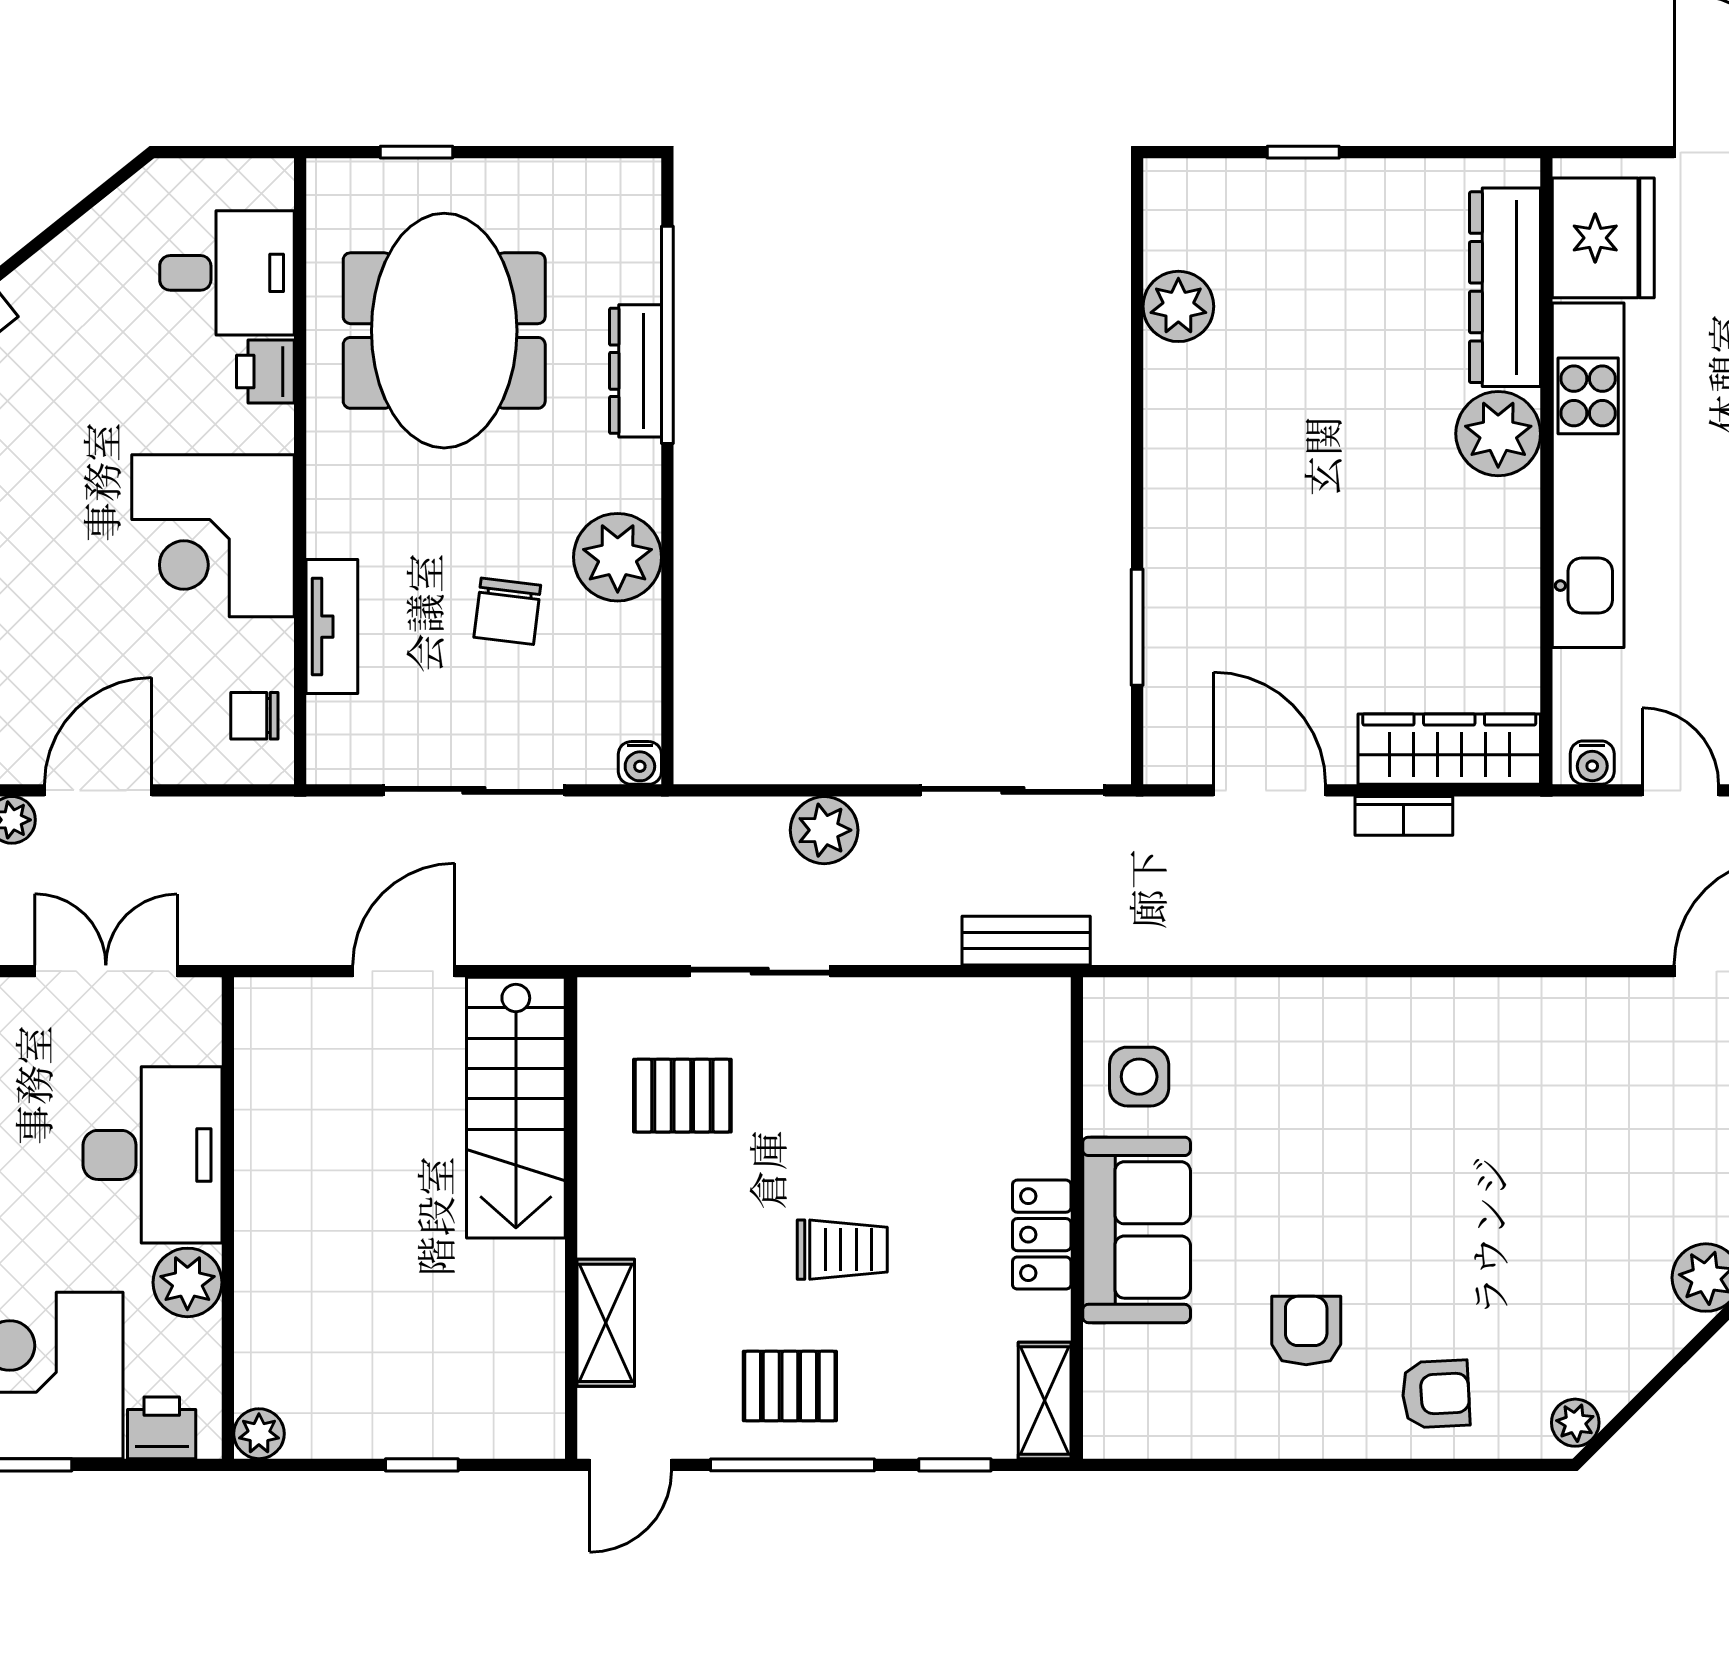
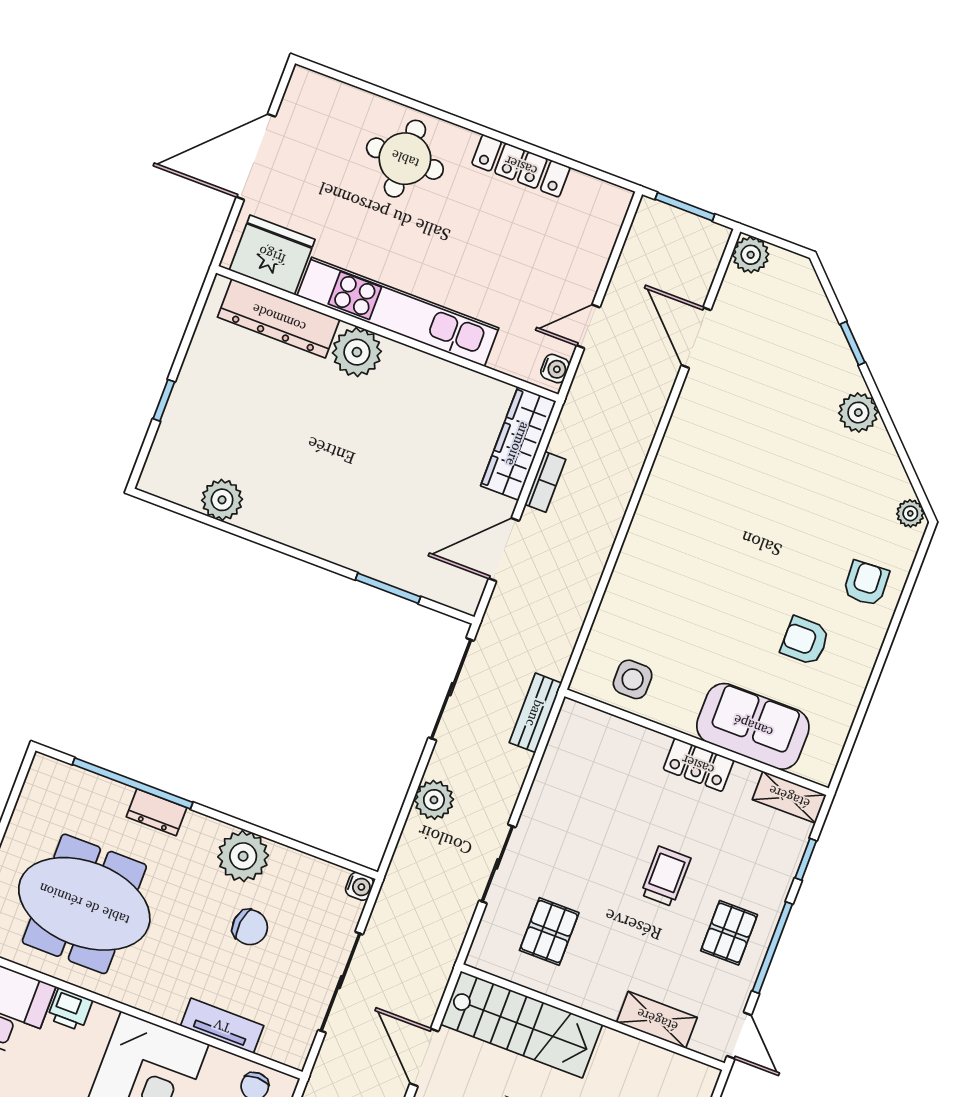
dresser: (636, 371) -> (157, 812), width x0.70
sofa: (1137, 1230) -> (753, 726), moved

